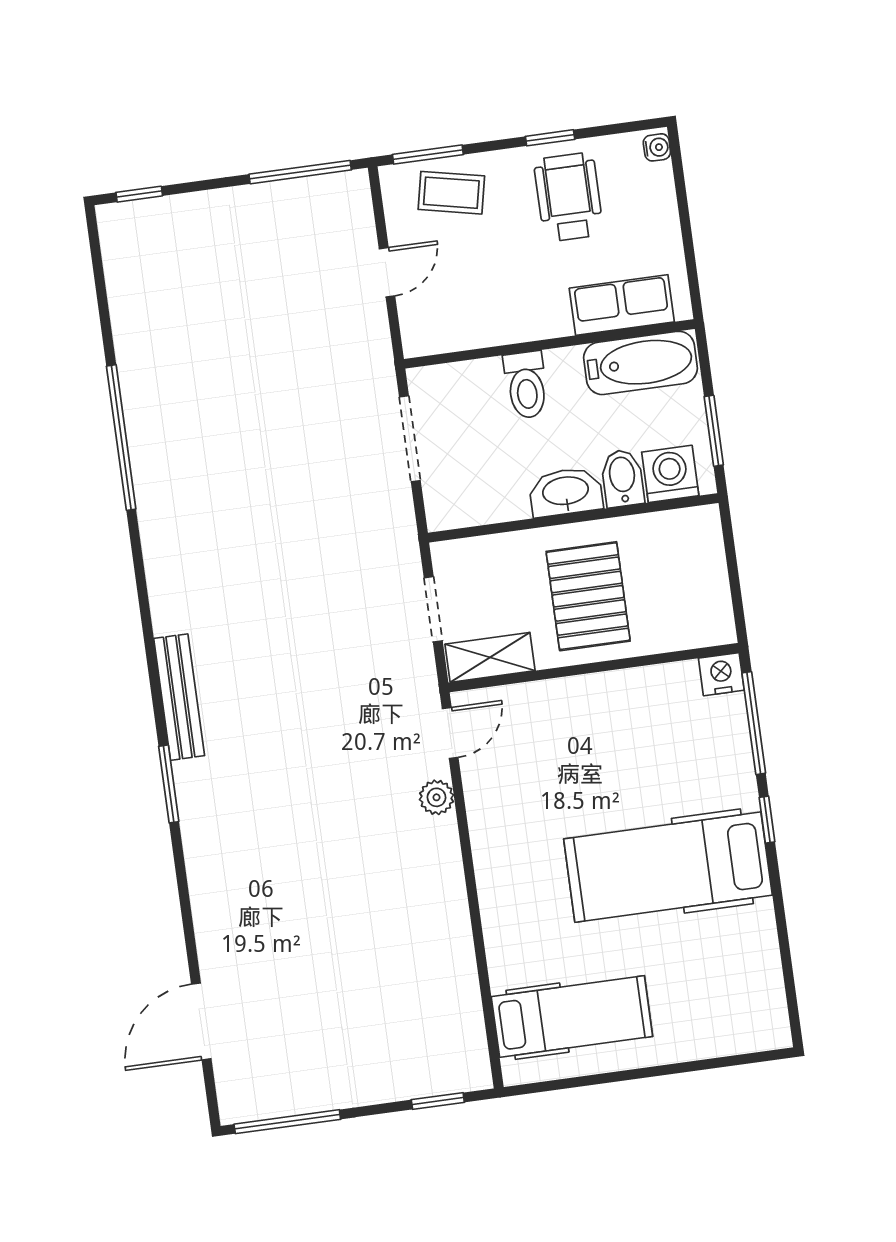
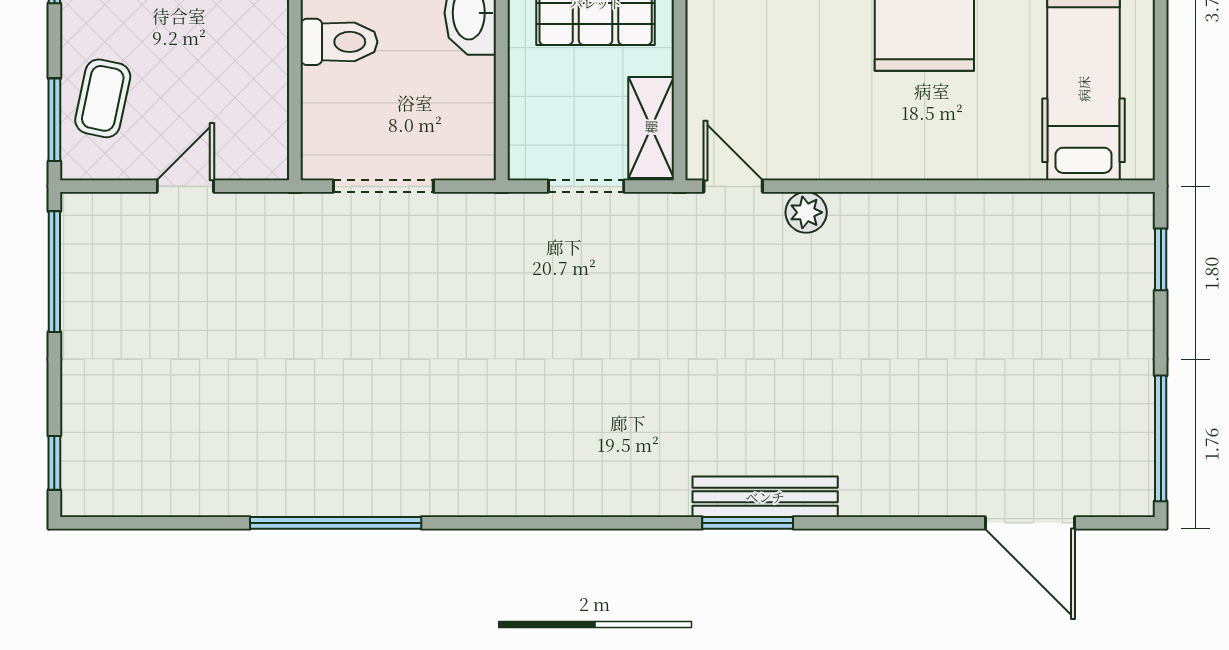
door: (387, 272) -> (185, 186), hinge flipped
bench: (179, 697) -> (765, 497), moved

